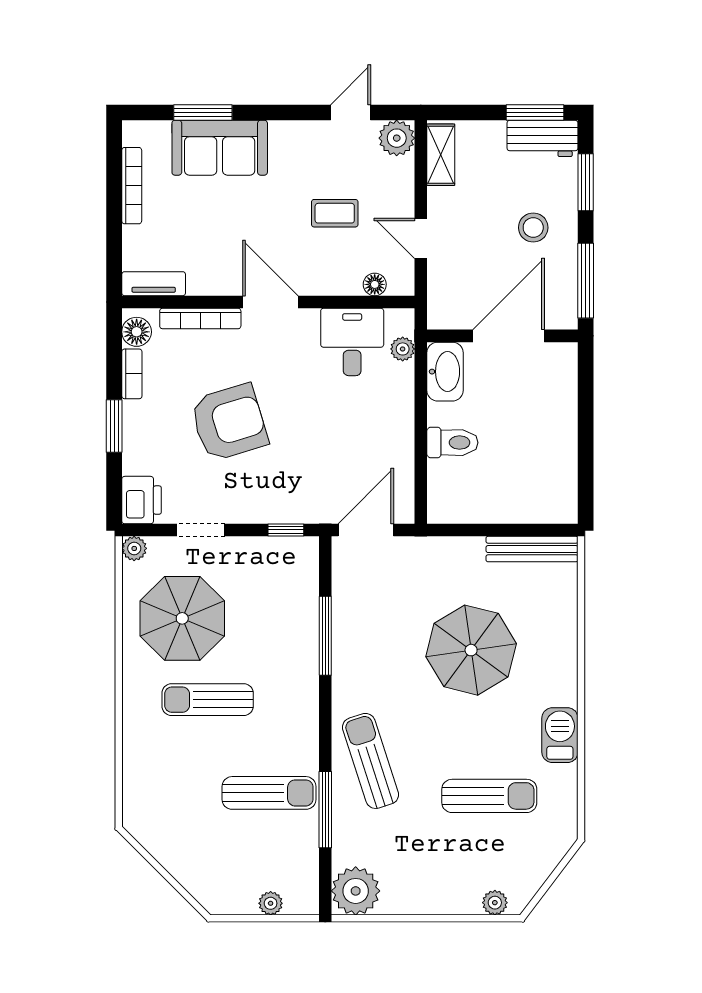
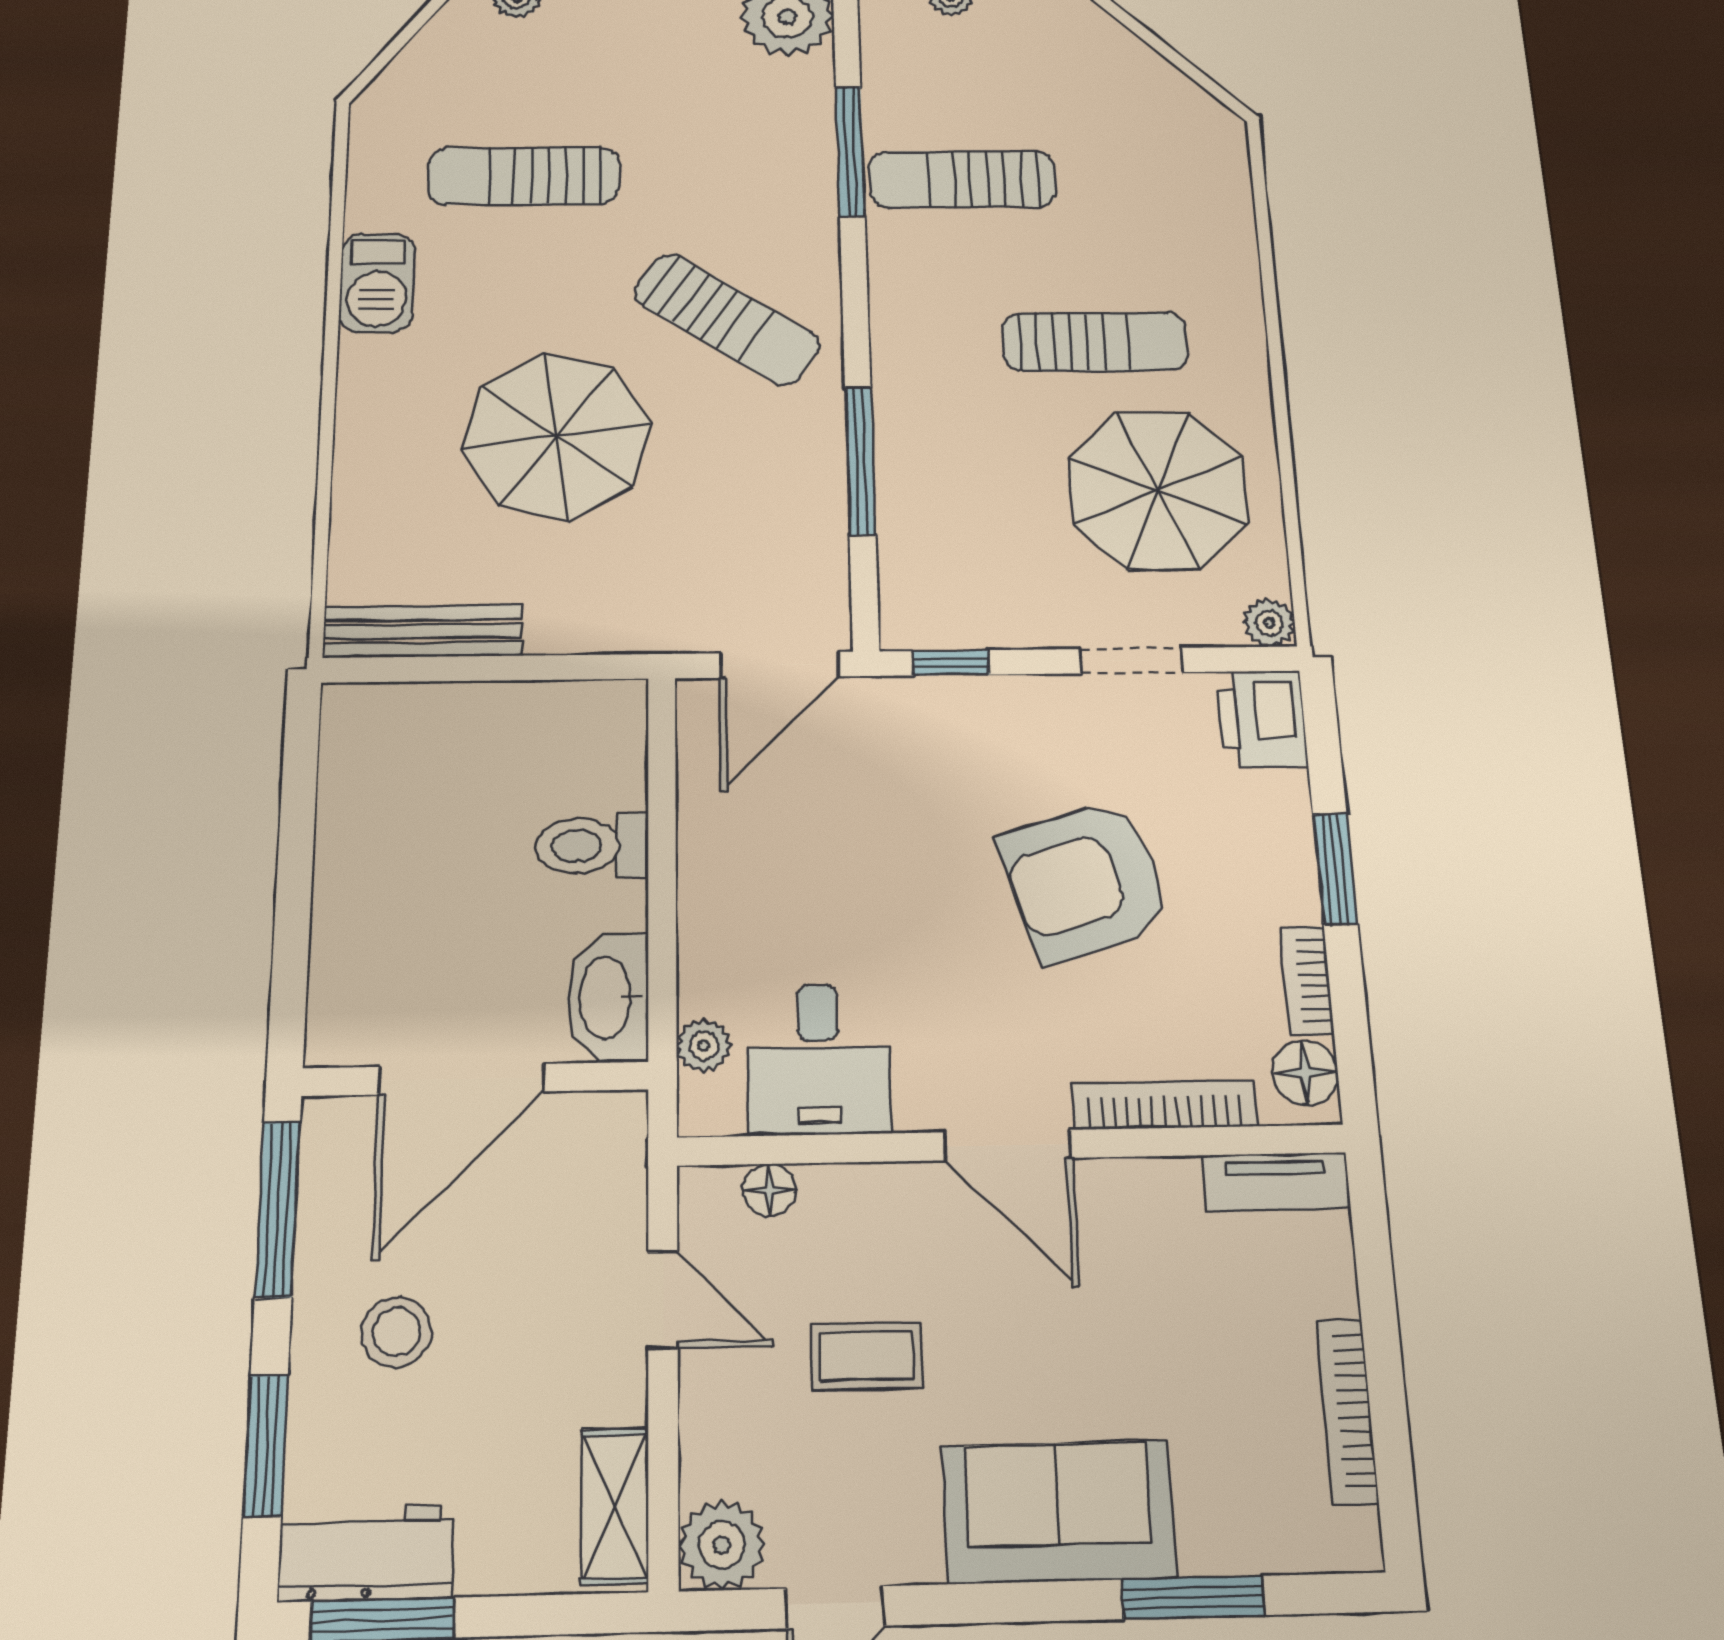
sofa: (220, 148) -> (1058, 1512), moved
sun lounger: (371, 761) -> (727, 319), moved, turned -38

